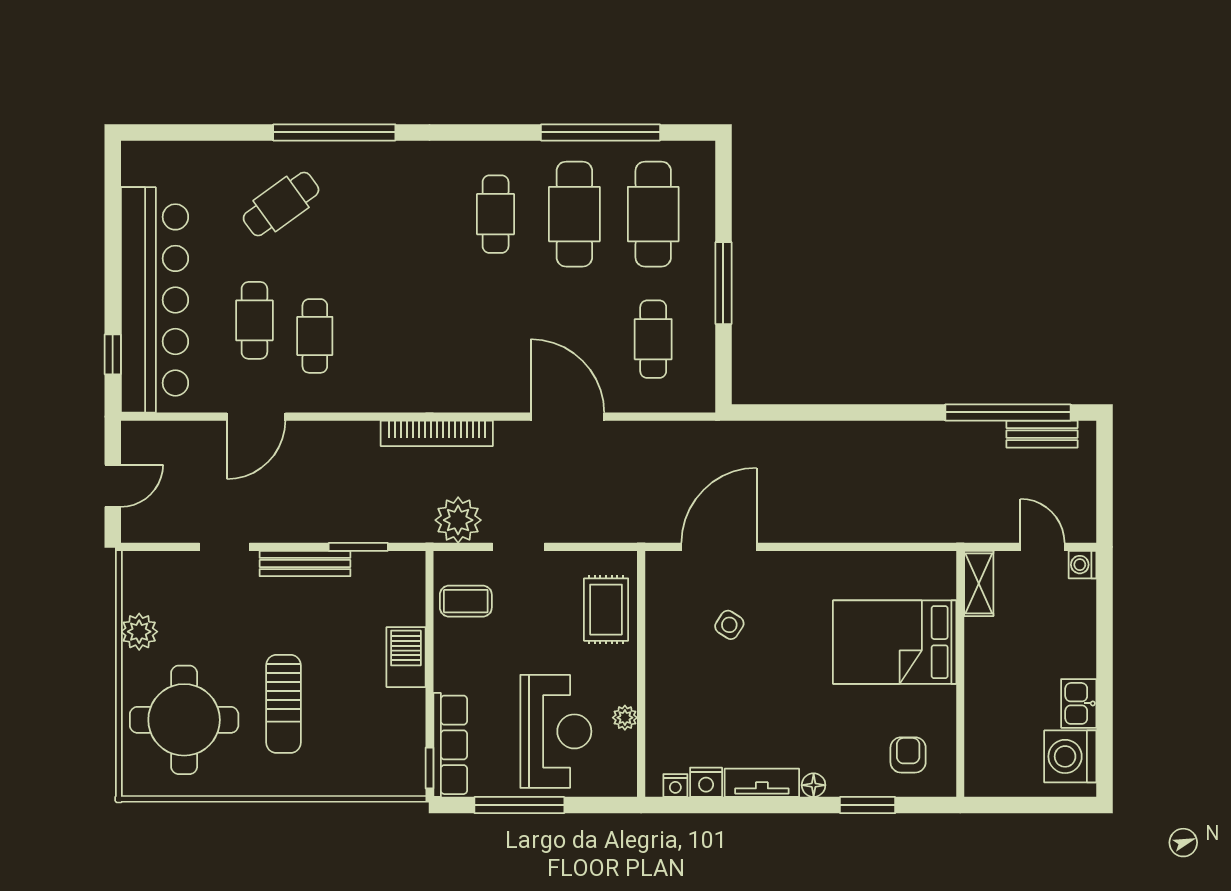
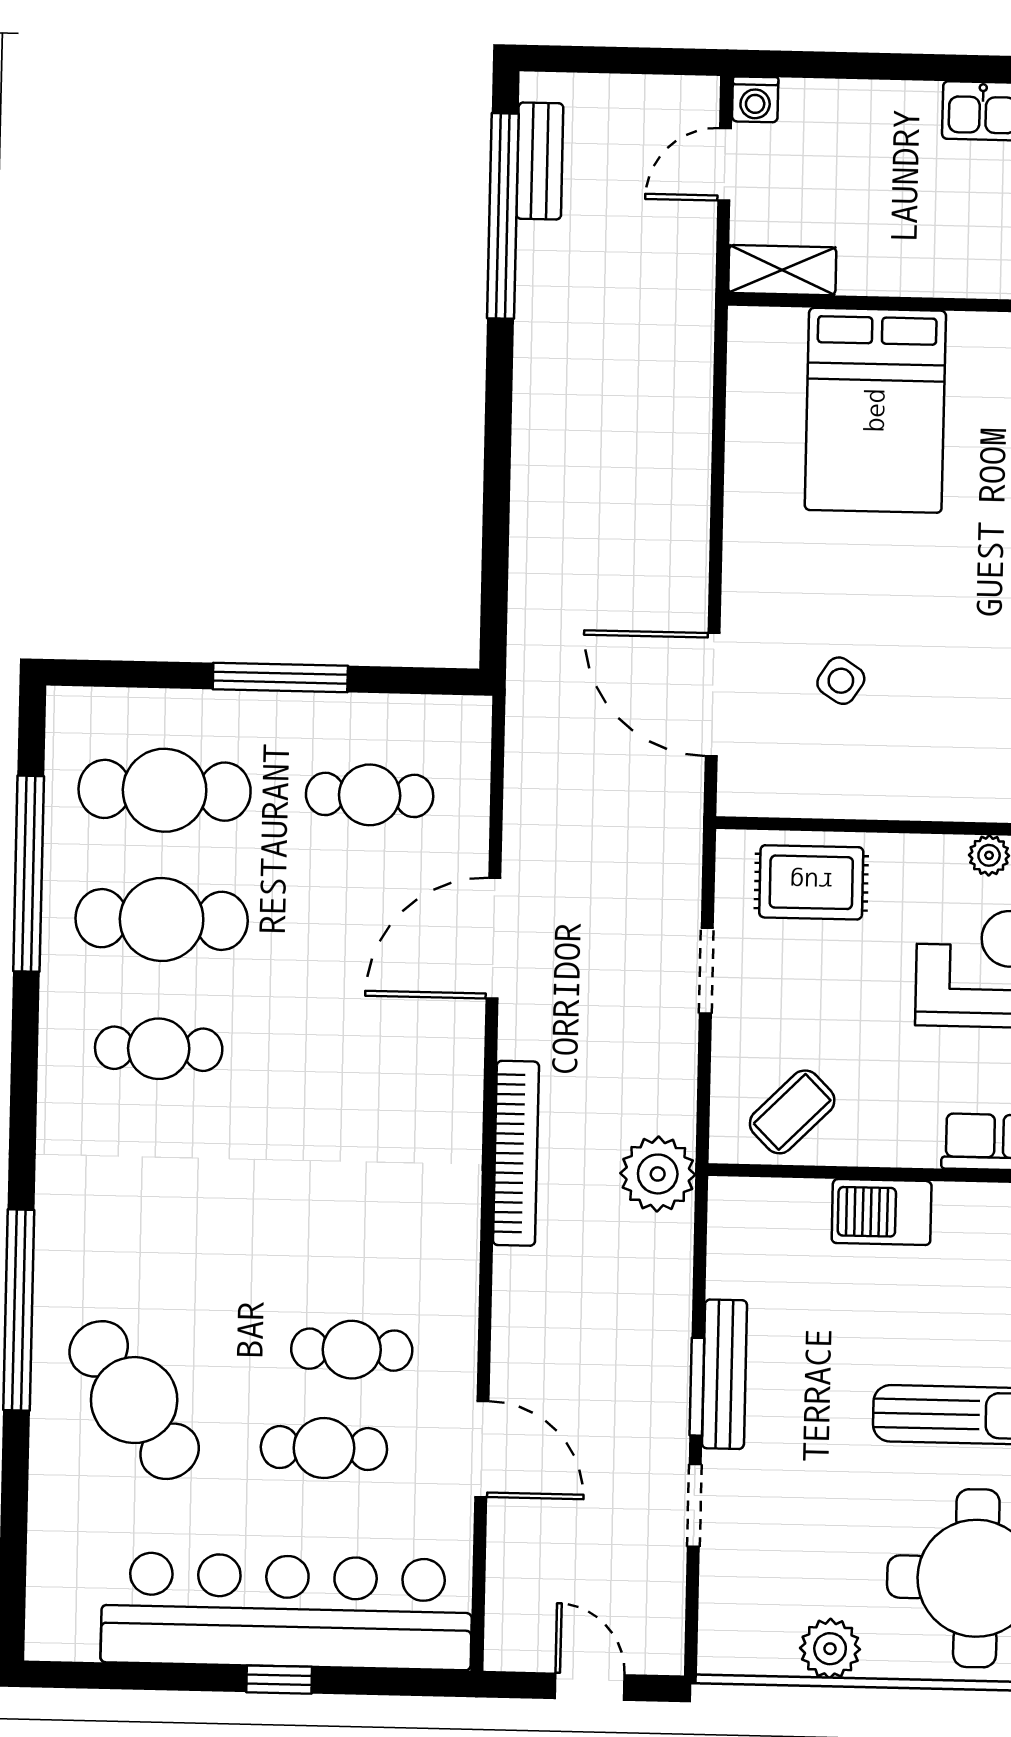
cafe table: (281, 204) -> (134, 1400), width x1.37, depth x1.35
window: (113, 354) -> (279, 1680), moved
plant: (458, 520) -> (658, 1174), moved
window: (358, 547) -> (697, 1387), moved
doorway: (518, 547) -> (706, 971), moved
coffee table: (466, 601) -> (792, 1112), turned 45

